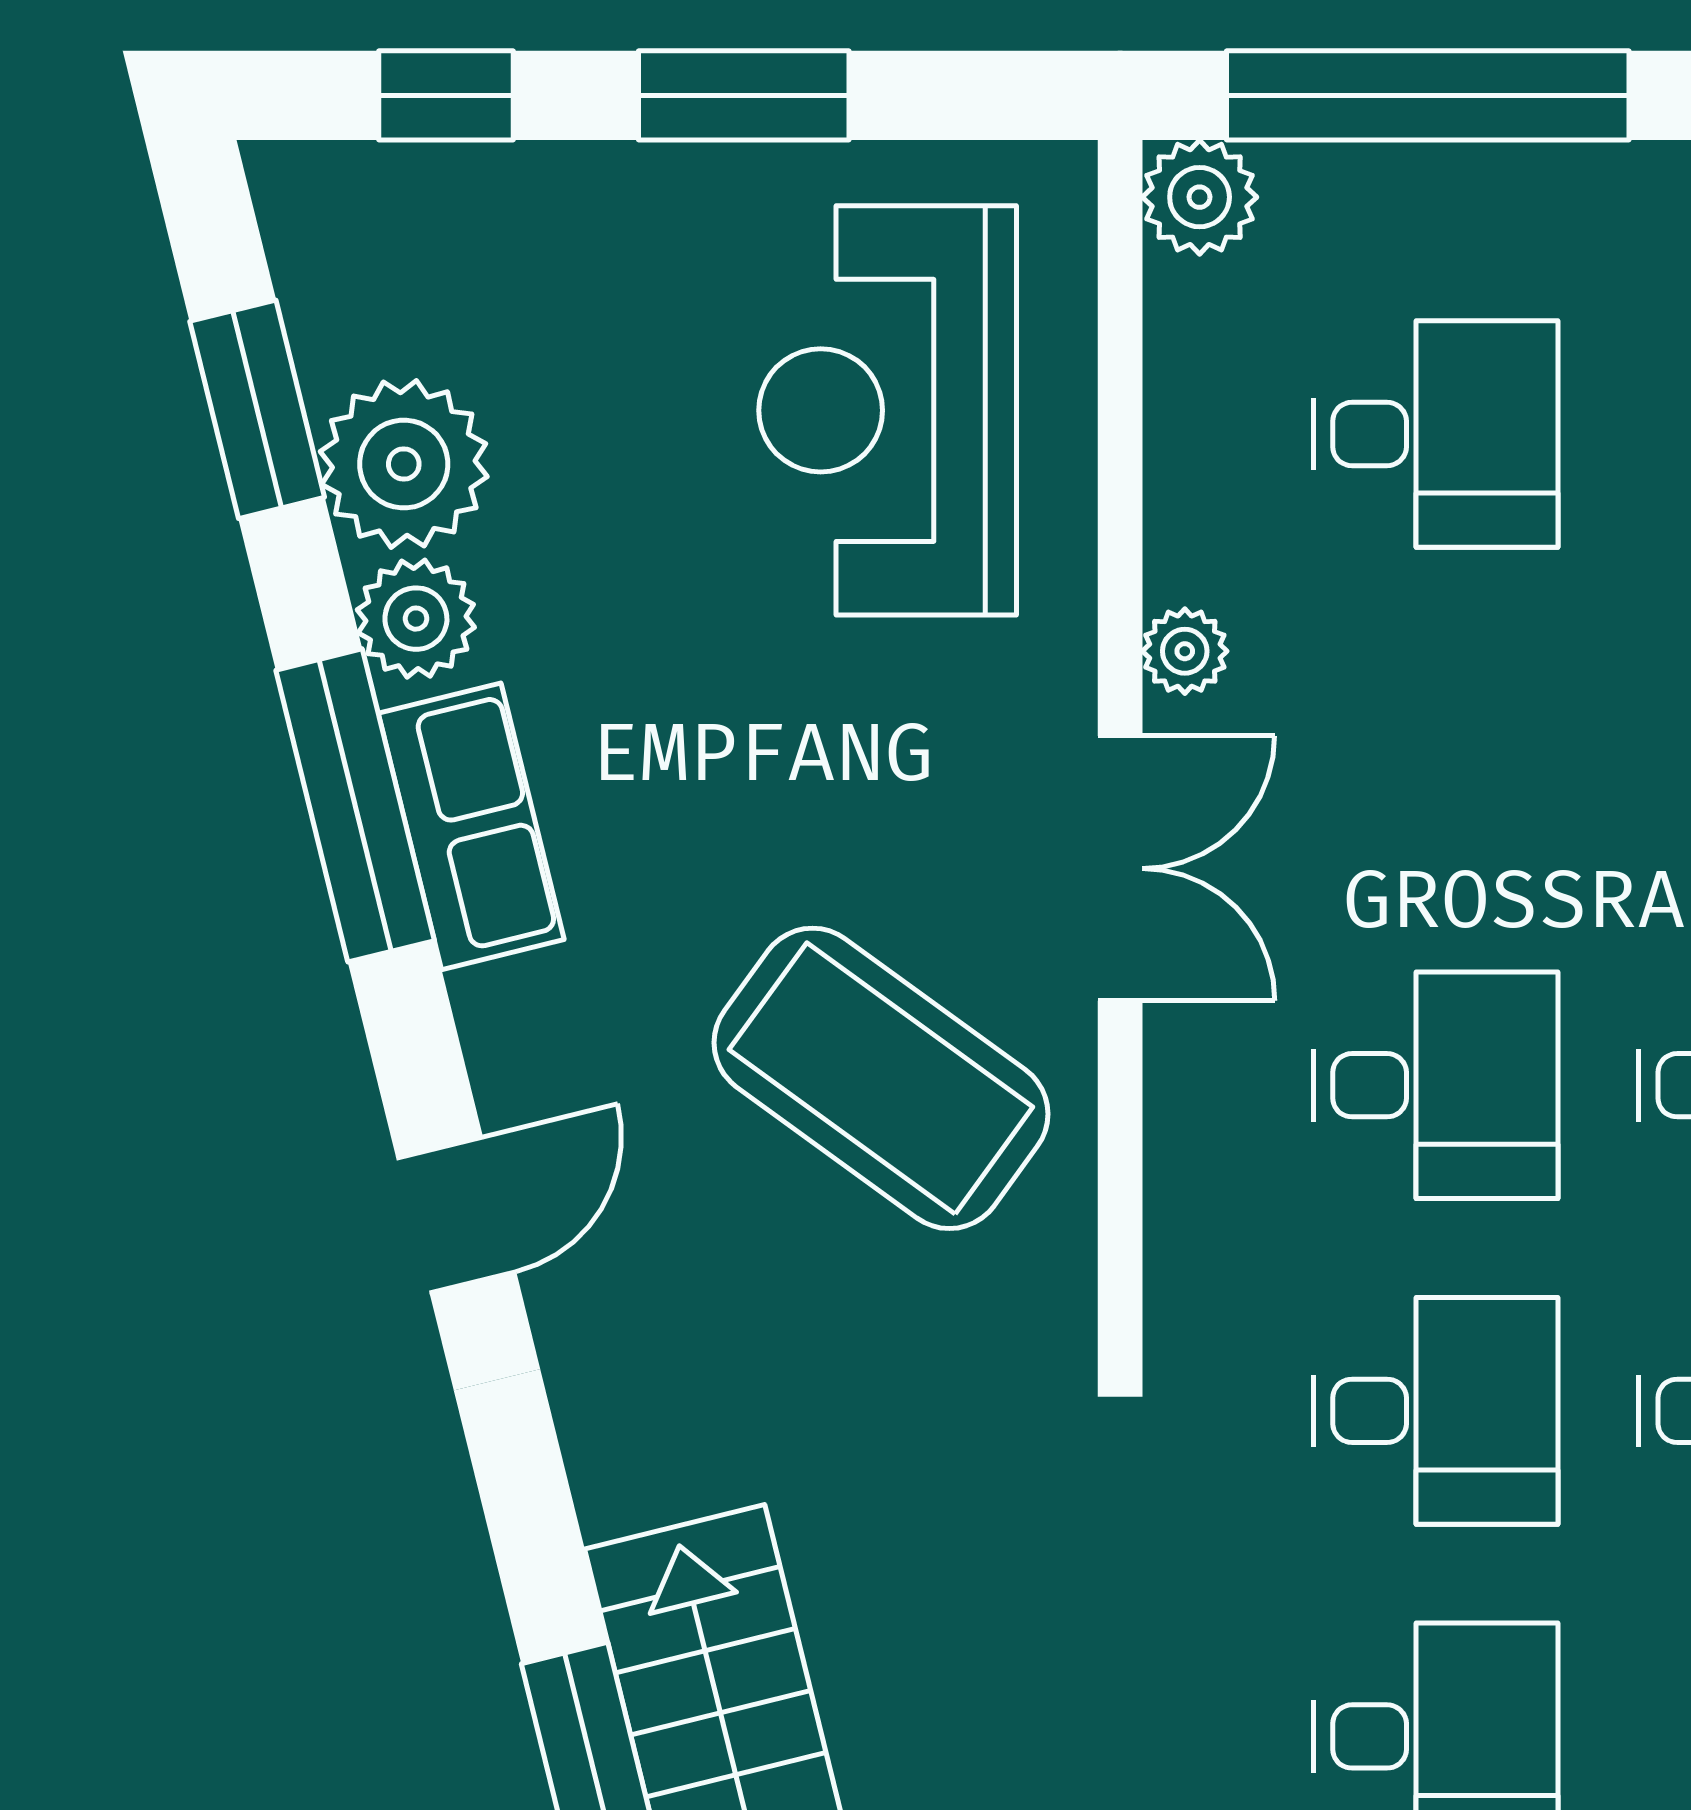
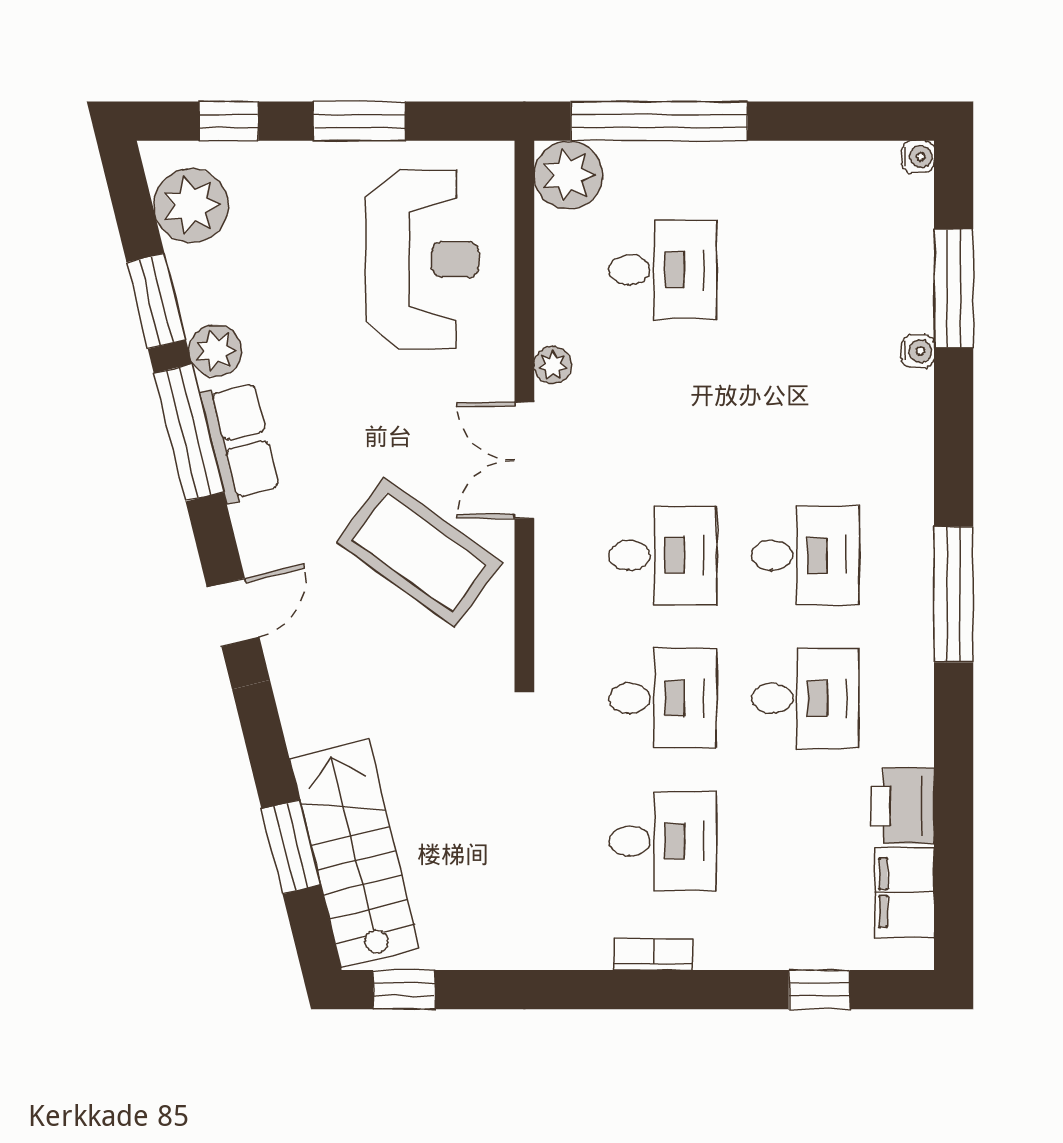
plant: (1200, 197) -> (568, 175), width x1.36, depth x1.36
window: (257, 409) -> (156, 301), moved
reception desk: (888, 410) -> (422, 259), turned 180
plant: (404, 464) -> (191, 206), moved
double door: (1120, 868) -> (524, 460), swing flipped

